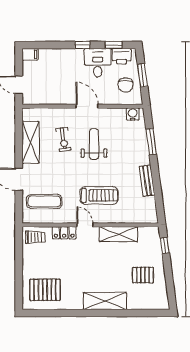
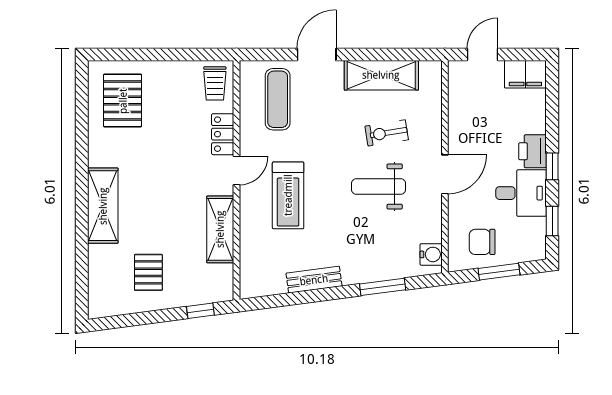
filing cabinet: (30, 54) -> (525, 74), width x2.00
printer: (121, 56) -> (533, 151), moved
weight bench: (94, 144) -> (379, 186), turned 180

